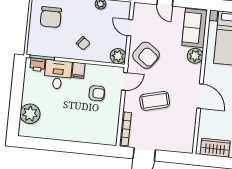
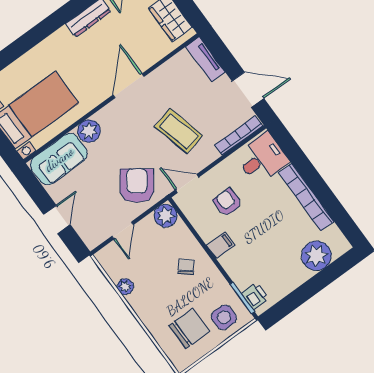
side table: (41, 40) -> (224, 317), added
desk: (58, 75) -> (262, 158), moved, turned 180
bookcase: (64, 135) -> (306, 197), added
tv unit: (179, 147) -> (206, 59), added

